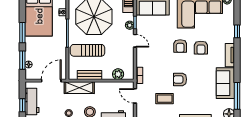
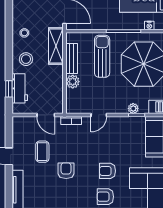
door: (135, 41) -> (99, 115), moved
plant: (118, 74) -> (73, 82), moved
door: (135, 96) -> (46, 115), swing flipped

